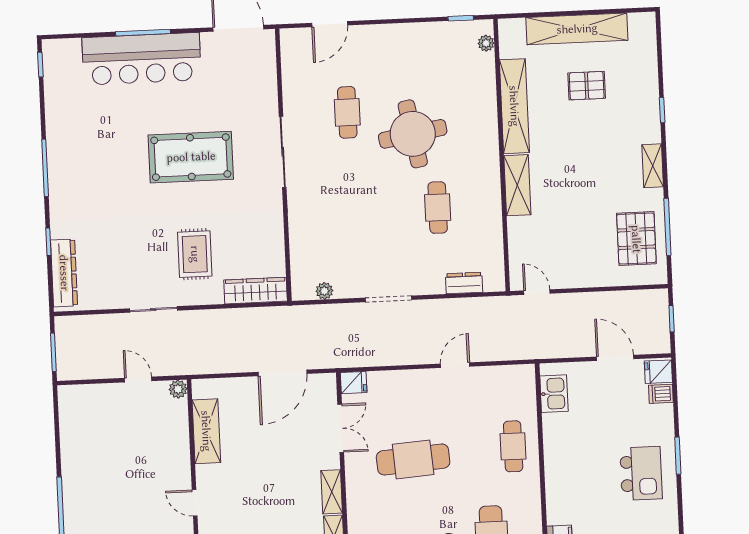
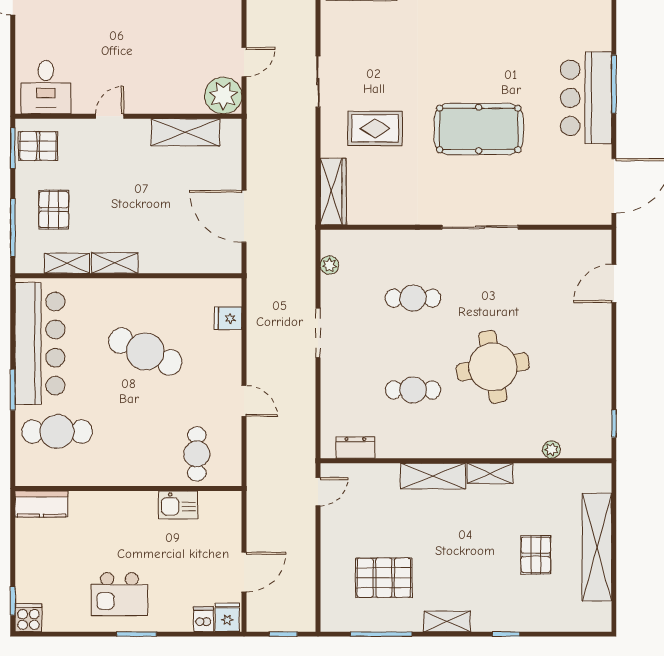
door: (330, 24) -> (614, 284), hinge flipped
plant: (486, 43) -> (551, 450), moved
bar counter: (142, 59) -> (586, 98), width x0.73
shelving: (514, 106) -> (490, 473), width x0.45, depth x0.75
cafe table: (347, 112) -> (413, 298), moved
pool table: (191, 157) -> (479, 129), turned 90
pallet: (636, 239) -> (384, 578), moved
dresser: (464, 283) -> (355, 448), moved, turned -90
fridge: (354, 383) -> (228, 318), moved, turned 90
plant: (178, 389) -> (223, 95), width x1.88, depth x1.88
kitchen sink: (554, 394) -> (178, 505), moved
double door: (341, 428) -> (182, 276), removed
cafe table: (513, 446) -> (197, 454), moved, turned 90
cafe table: (413, 459) -> (145, 351), turned -62

